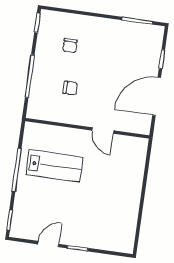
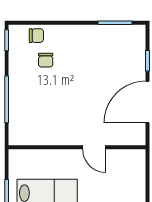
chair: (70, 88) -> (36, 36), moved

